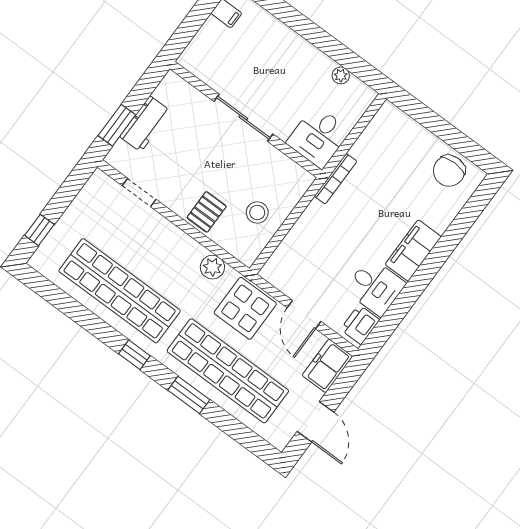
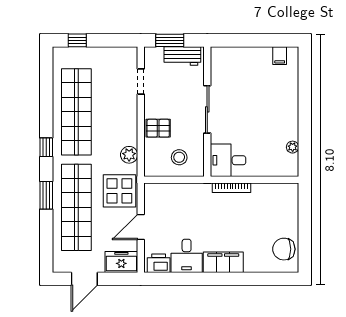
sliding door: (243, 118) -> (207, 109), moved
wall: (246, 120) -> (207, 112), moved
desk: (318, 137) -> (228, 160), moved

